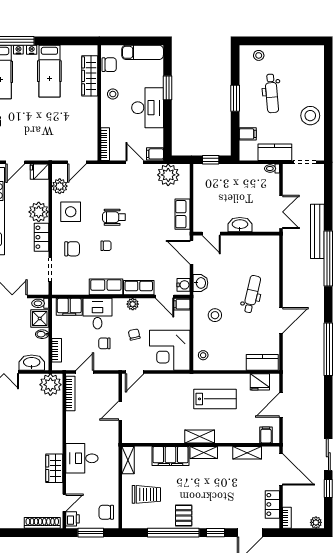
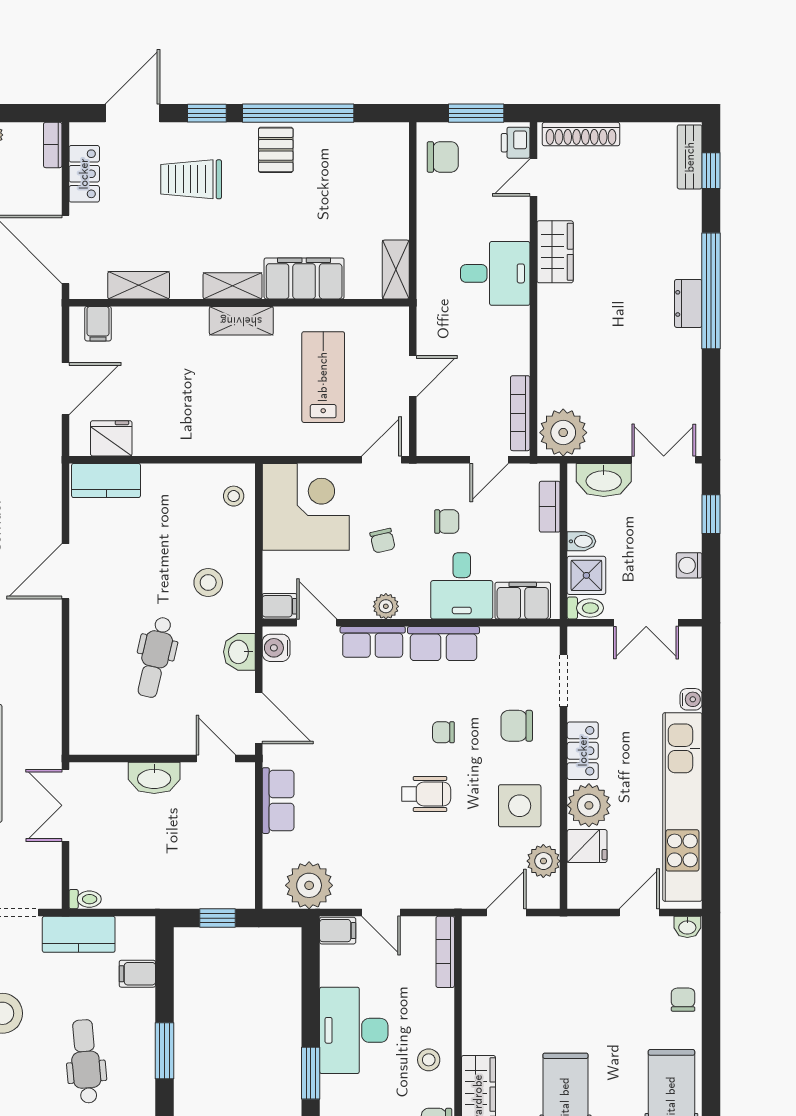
fridge: (39, 172) -> (587, 846), moved
dental chair: (252, 294) -> (155, 657), moved
lab bench: (215, 399) -> (323, 377), moved, turned 90
trolley: (146, 494) -> (191, 179), moved

